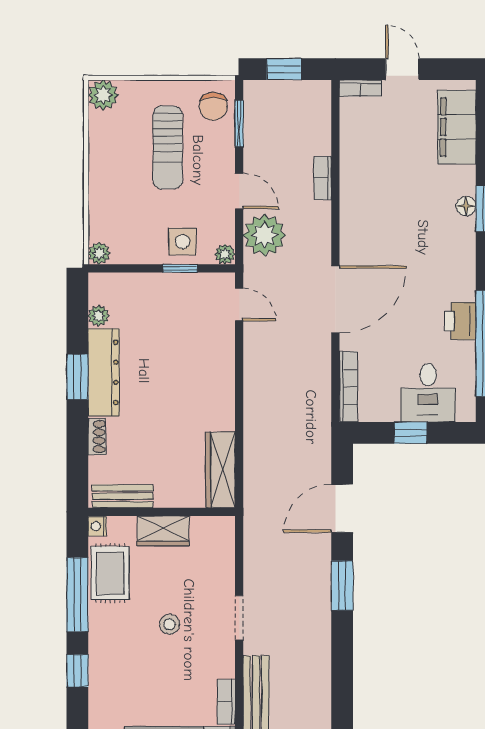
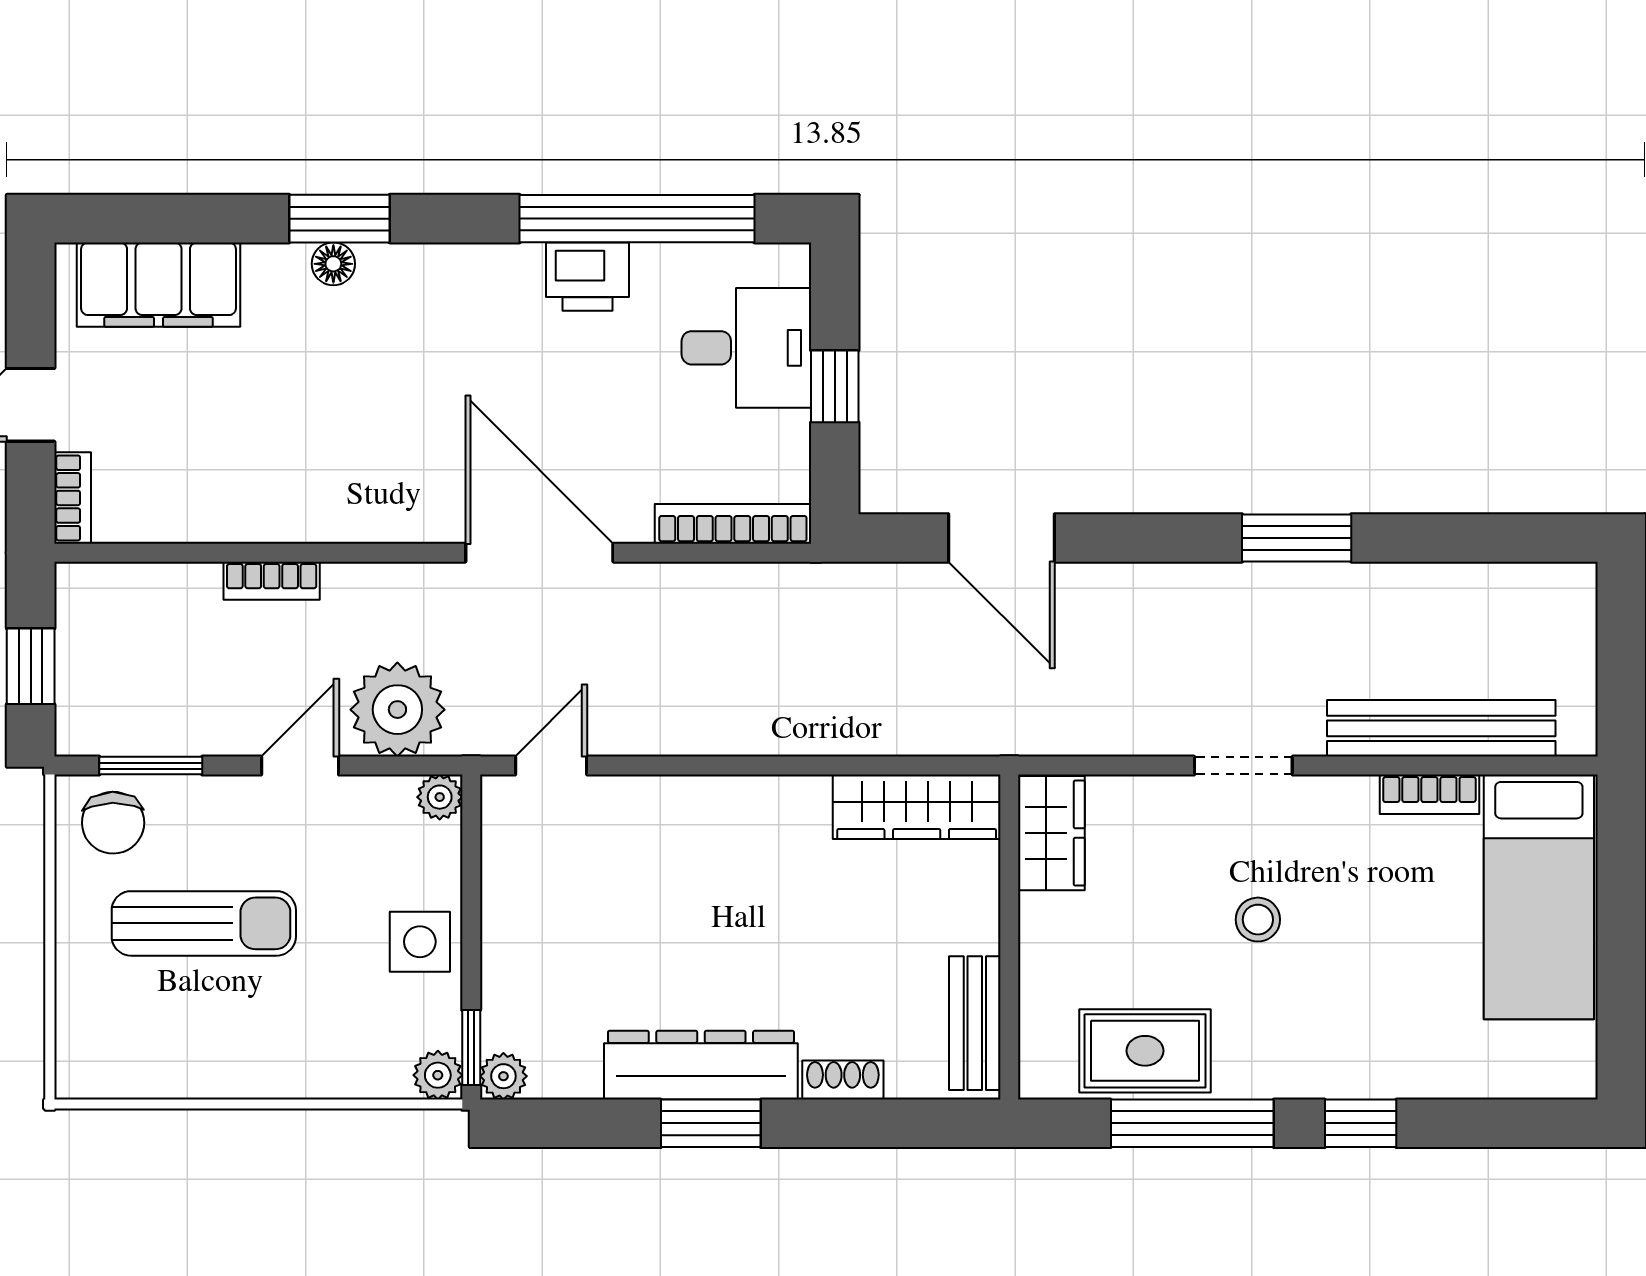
plant: (103, 95) -> (88, 1066), removed
chair: (213, 106) -> (113, 823), turned 89
side table: (183, 242) -> (420, 942), moved
window: (180, 268) -> (471, 1048), moved
plant: (99, 316) -> (503, 1076), moved
nightstand: (97, 526) -> (1041, 1079), removed
wardrobe: (163, 531) -> (1051, 833), moved
window: (342, 586) -> (1297, 538), moved

